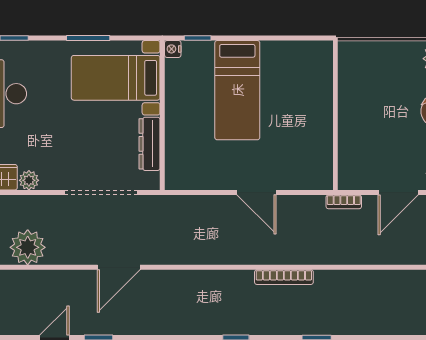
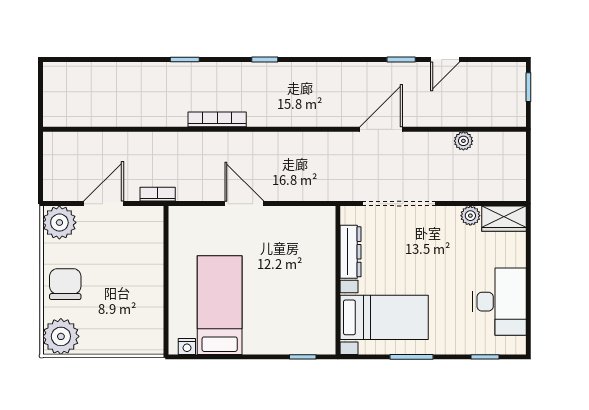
nightstand: (173, 49) -> (187, 347), moved, turned 90
bed: (237, 90) -> (220, 305), moved
plant: (28, 247) -> (463, 141), width x0.53, depth x0.53

